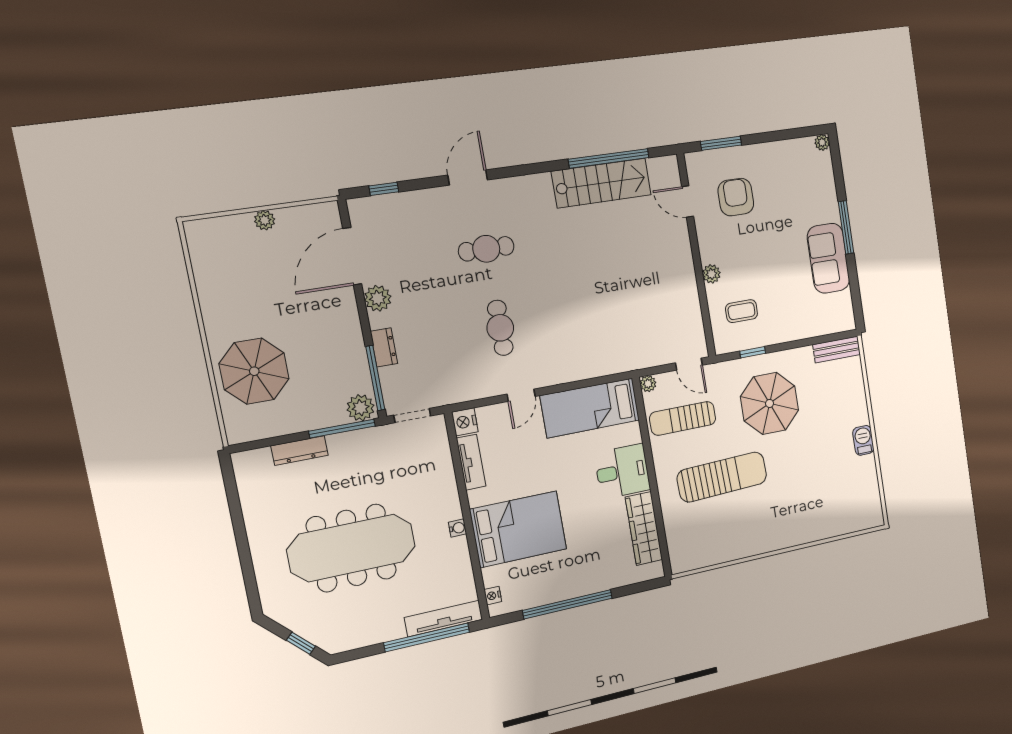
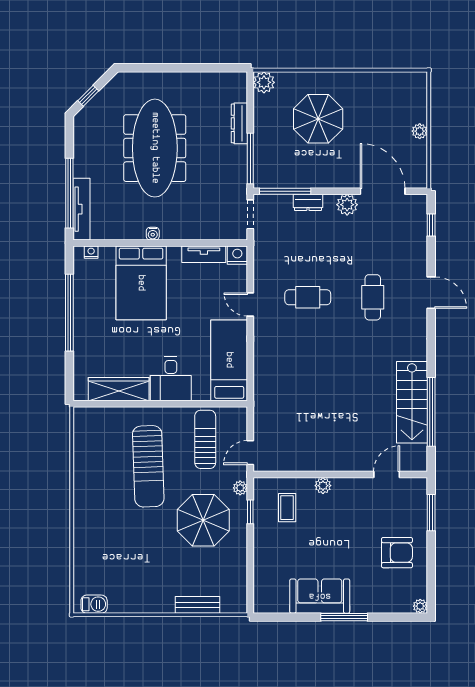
armchair: (736, 197) -> (397, 553), moved
bench: (837, 349) -> (198, 605), moved, turned 90
parasol: (254, 371) -> (318, 119), moved
plant: (648, 384) -> (240, 488), moved
plant: (361, 408) -> (264, 82), moved
barbecue: (863, 440) -> (94, 604), moved

